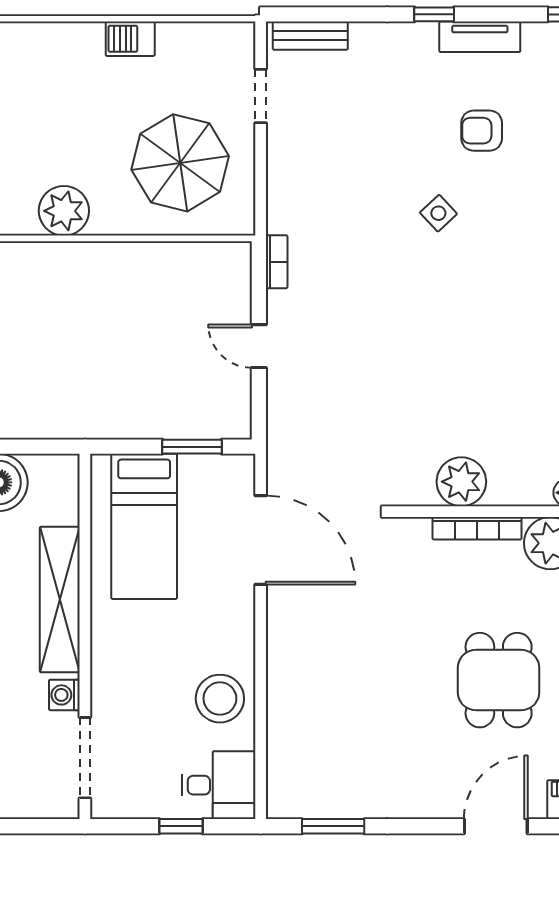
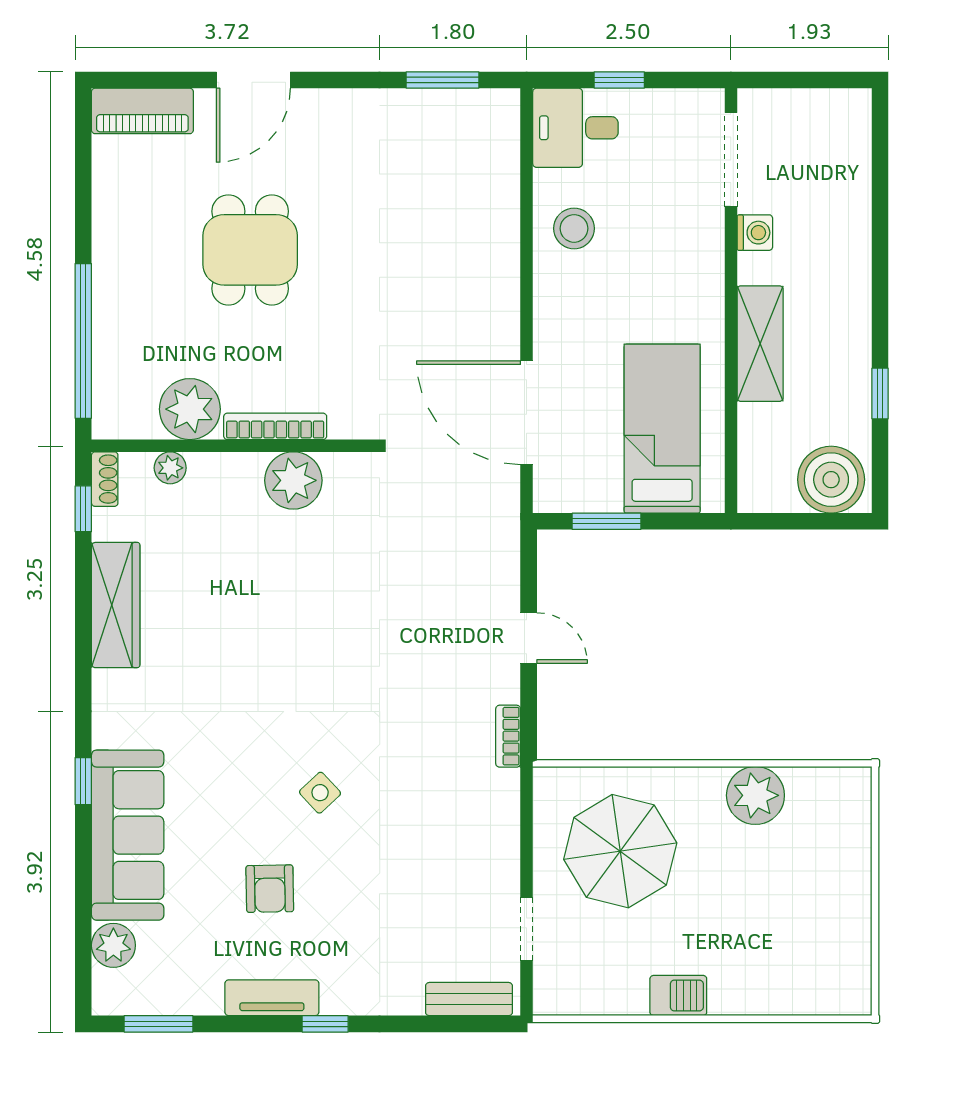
armchair: (482, 131) -> (270, 889), turned 89
shelving: (60, 599) -> (760, 344), width x0.68
stool: (220, 699) -> (574, 228), width x0.73, depth x0.73

